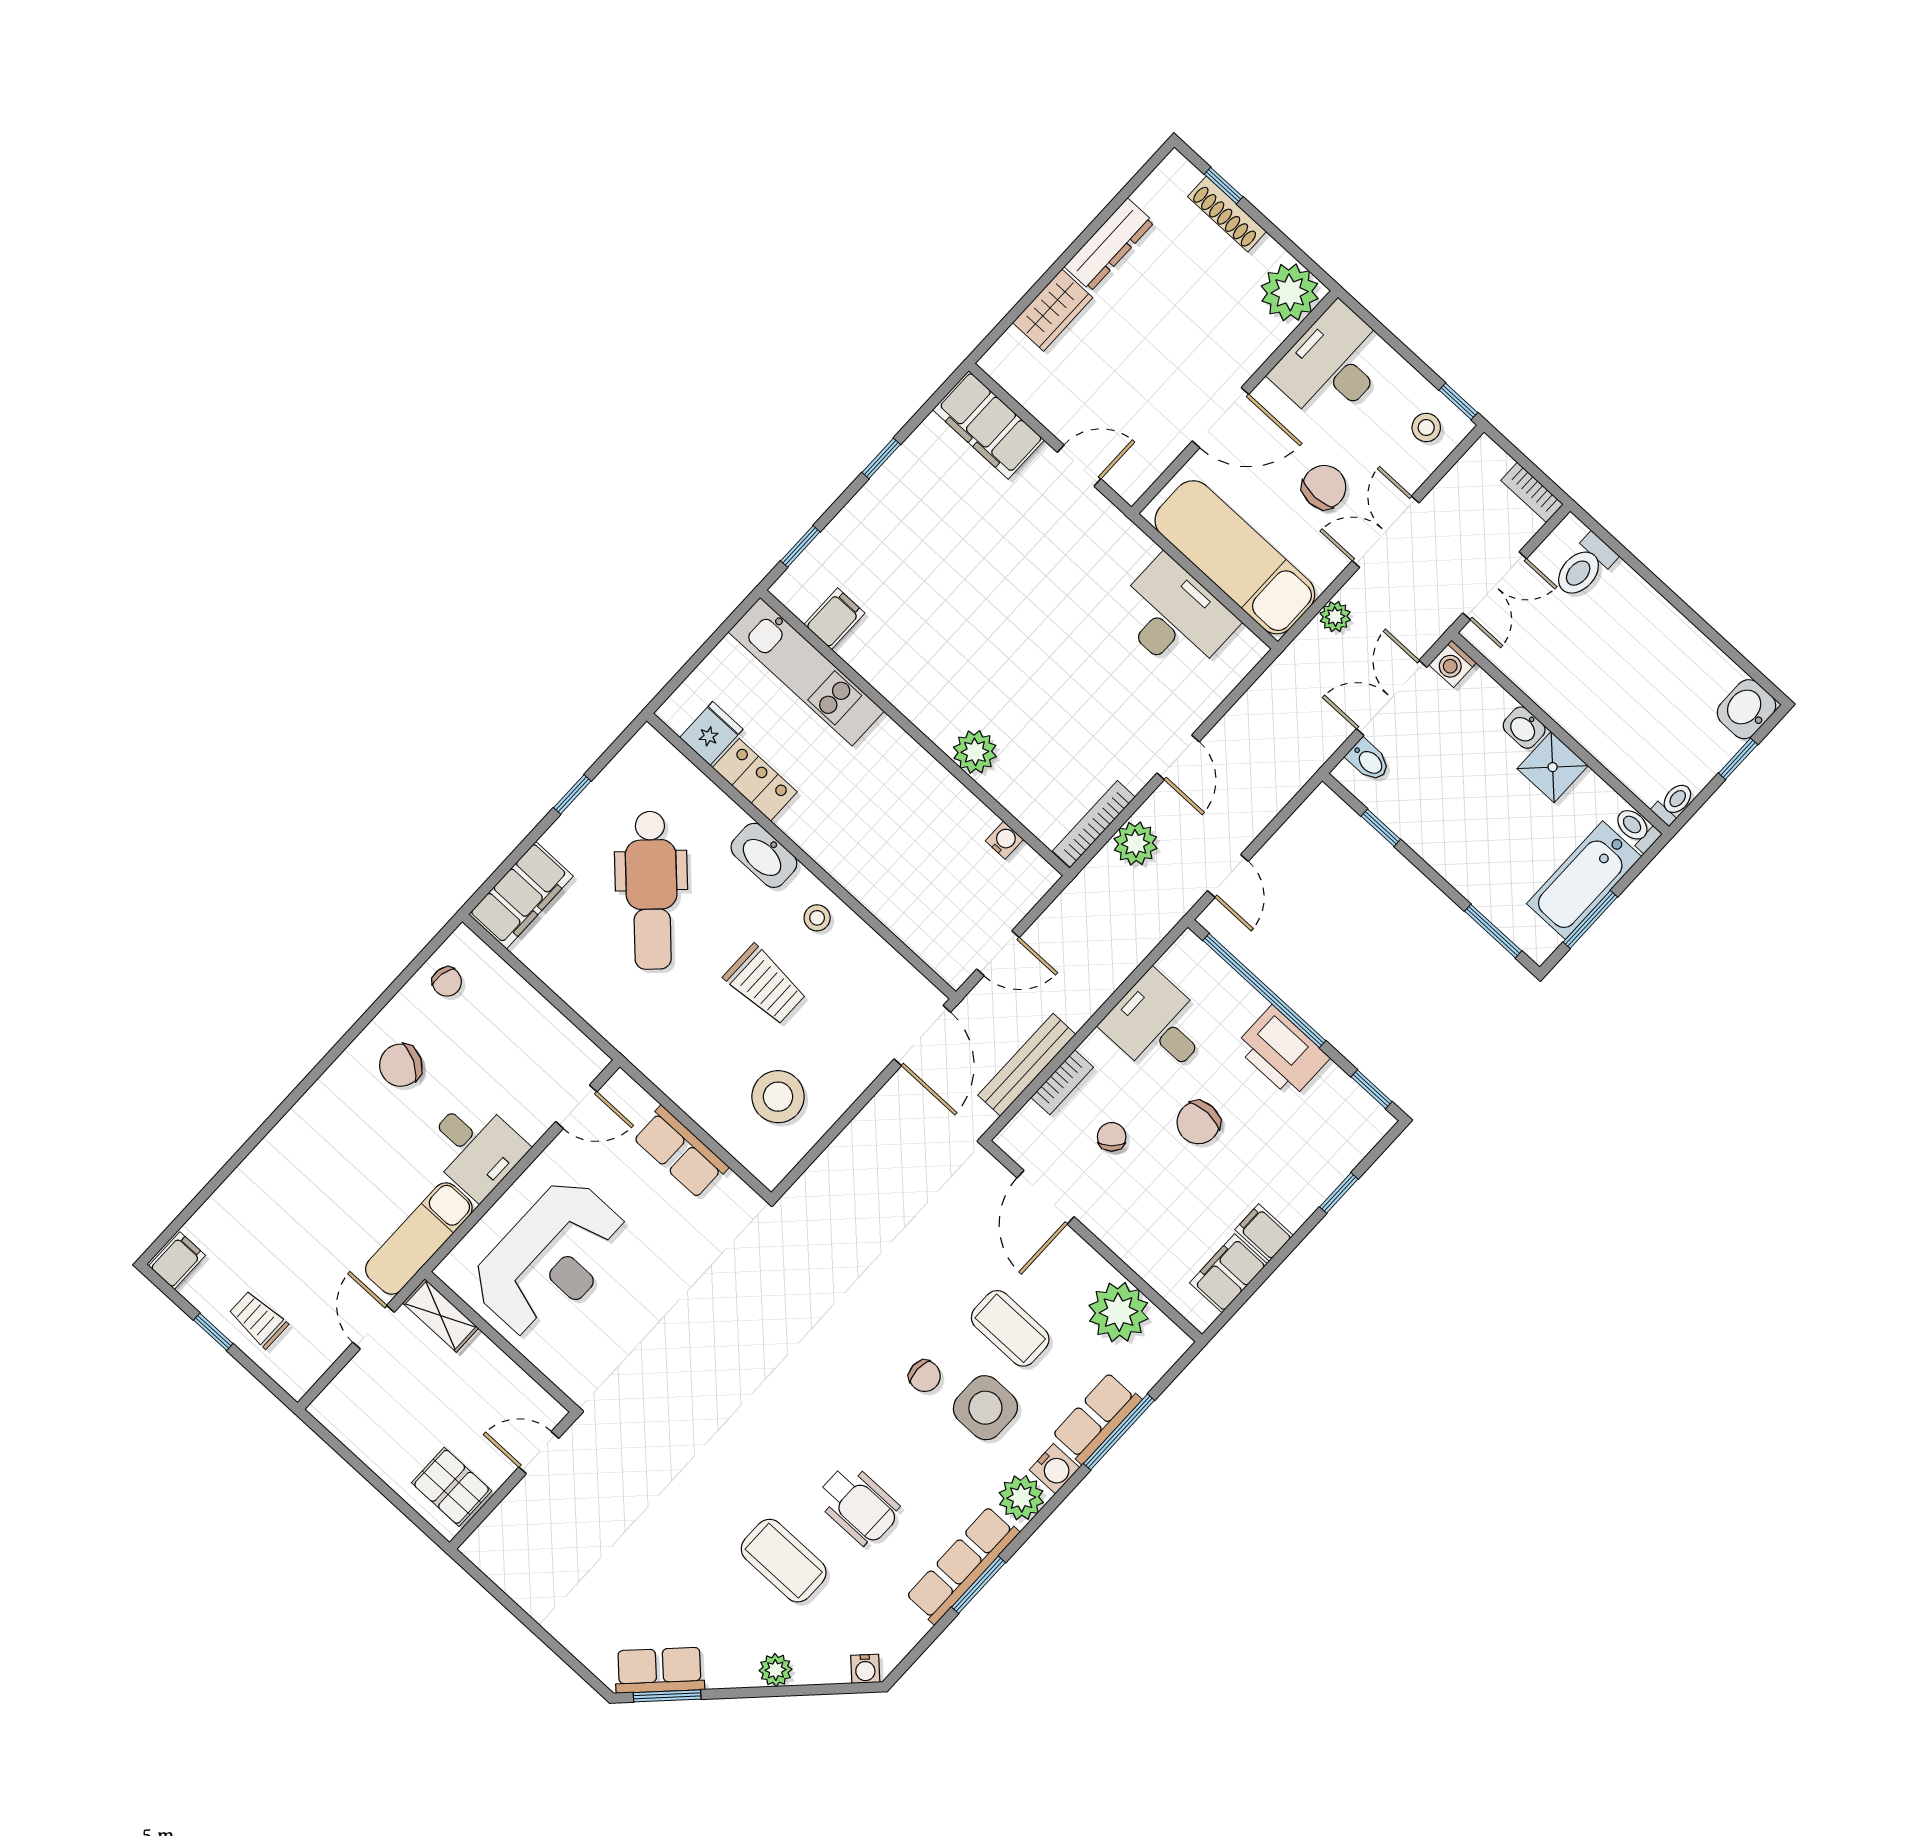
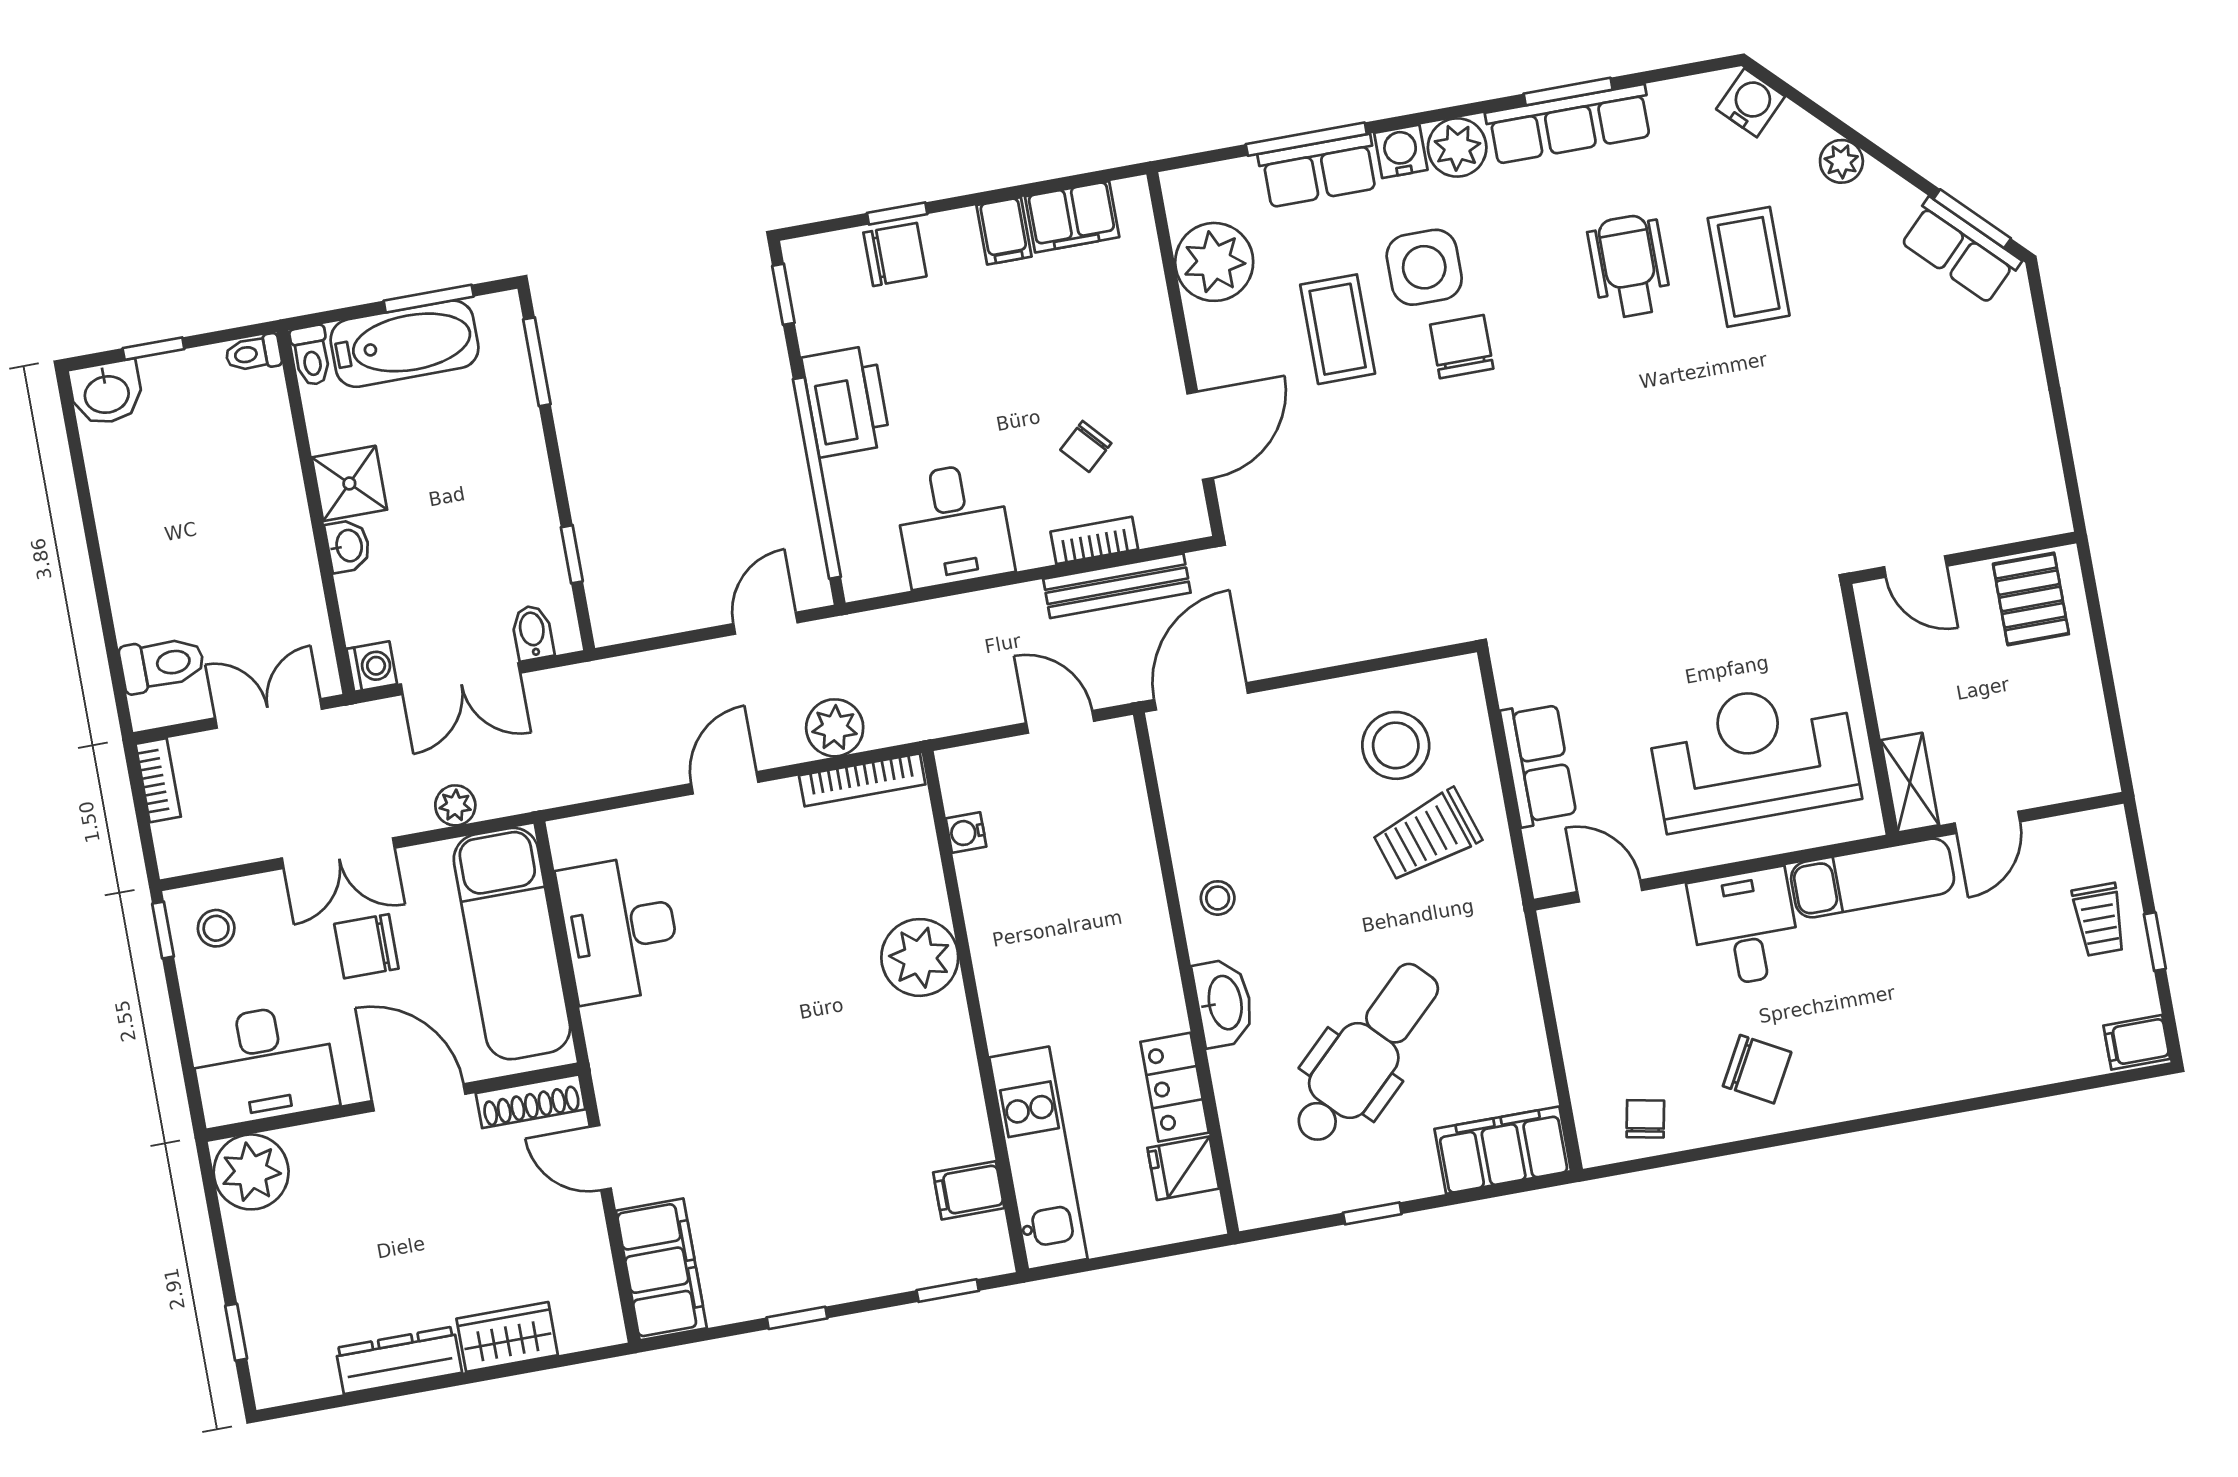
shoe rack: (1227, 214) -> (531, 1101), moved, turned 90
plant: (975, 752) -> (920, 957), width x1.36, depth x1.36
trolley: (765, 985) -> (1427, 836), moved, turned -108
chair: (1198, 1123) -> (895, 254), moved
chair: (925, 1376) -> (1462, 347), width x1.37, depth x1.37
water cooler: (865, 1669) -> (1751, 103), width x1.38, depth x1.38

